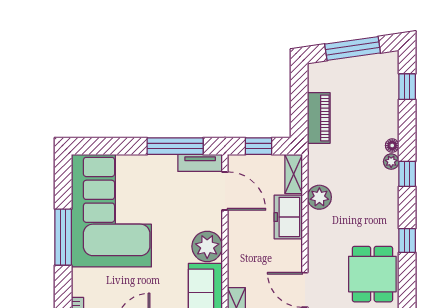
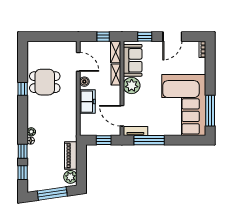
shelving: (294, 174) -> (116, 74), moved
window: (407, 174) -> (23, 151), moved
plant: (319, 197) -> (70, 177), moved
window: (63, 237) -> (210, 111), moved
boiler: (294, 254) -> (84, 82), added
dining table: (372, 274) -> (45, 82), moved, turned 90

